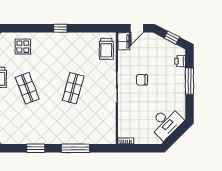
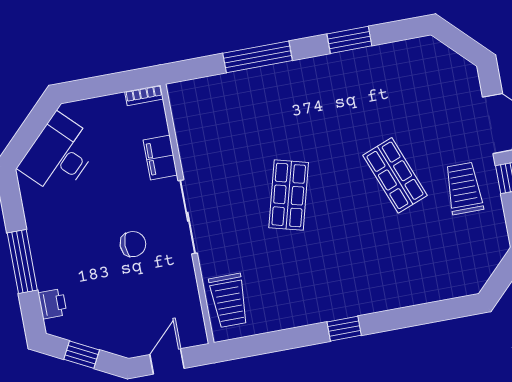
filing cabinet: (124, 41) -> (160, 157), moved
display table: (23, 47) -> (423, 270), removed
trolley: (106, 49) -> (229, 301), turned 180

